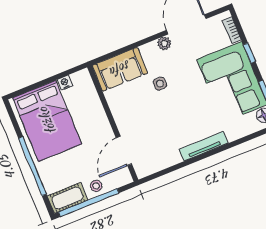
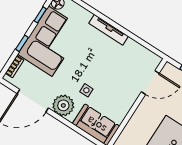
plant: (164, 43) -> (63, 105), width x1.88, depth x1.88

